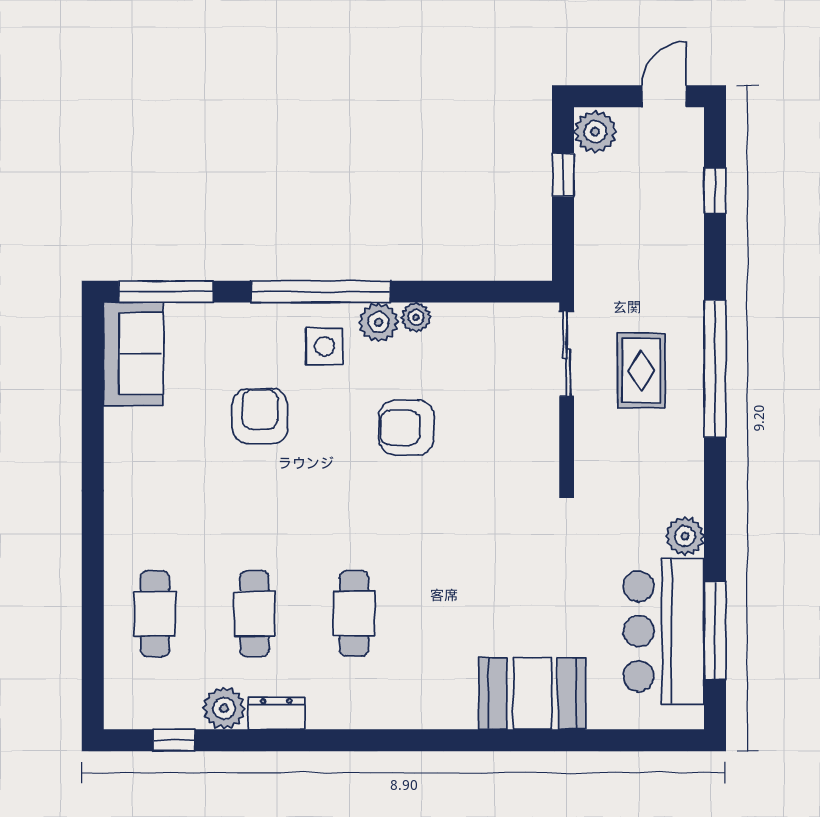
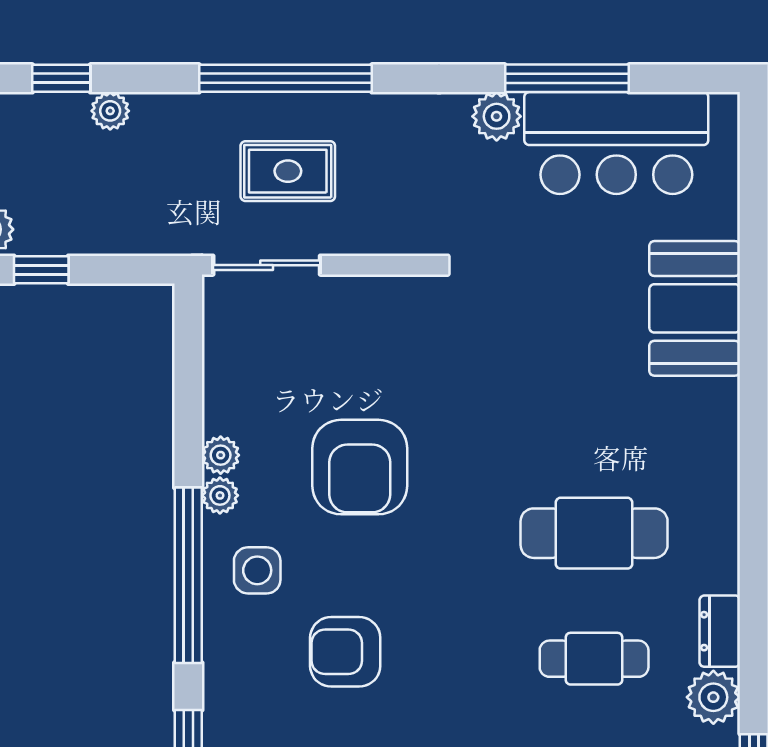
plant: (689, 230) -> (110, 111), added
plant: (379, 322) -> (220, 495), width x0.73, depth x0.73
armchair: (407, 428) -> (360, 467), width x1.36, depth x1.36
cafe table: (354, 614) -> (594, 533), width x1.37, depth x1.35
window: (715, 631) -> (567, 78), moved

